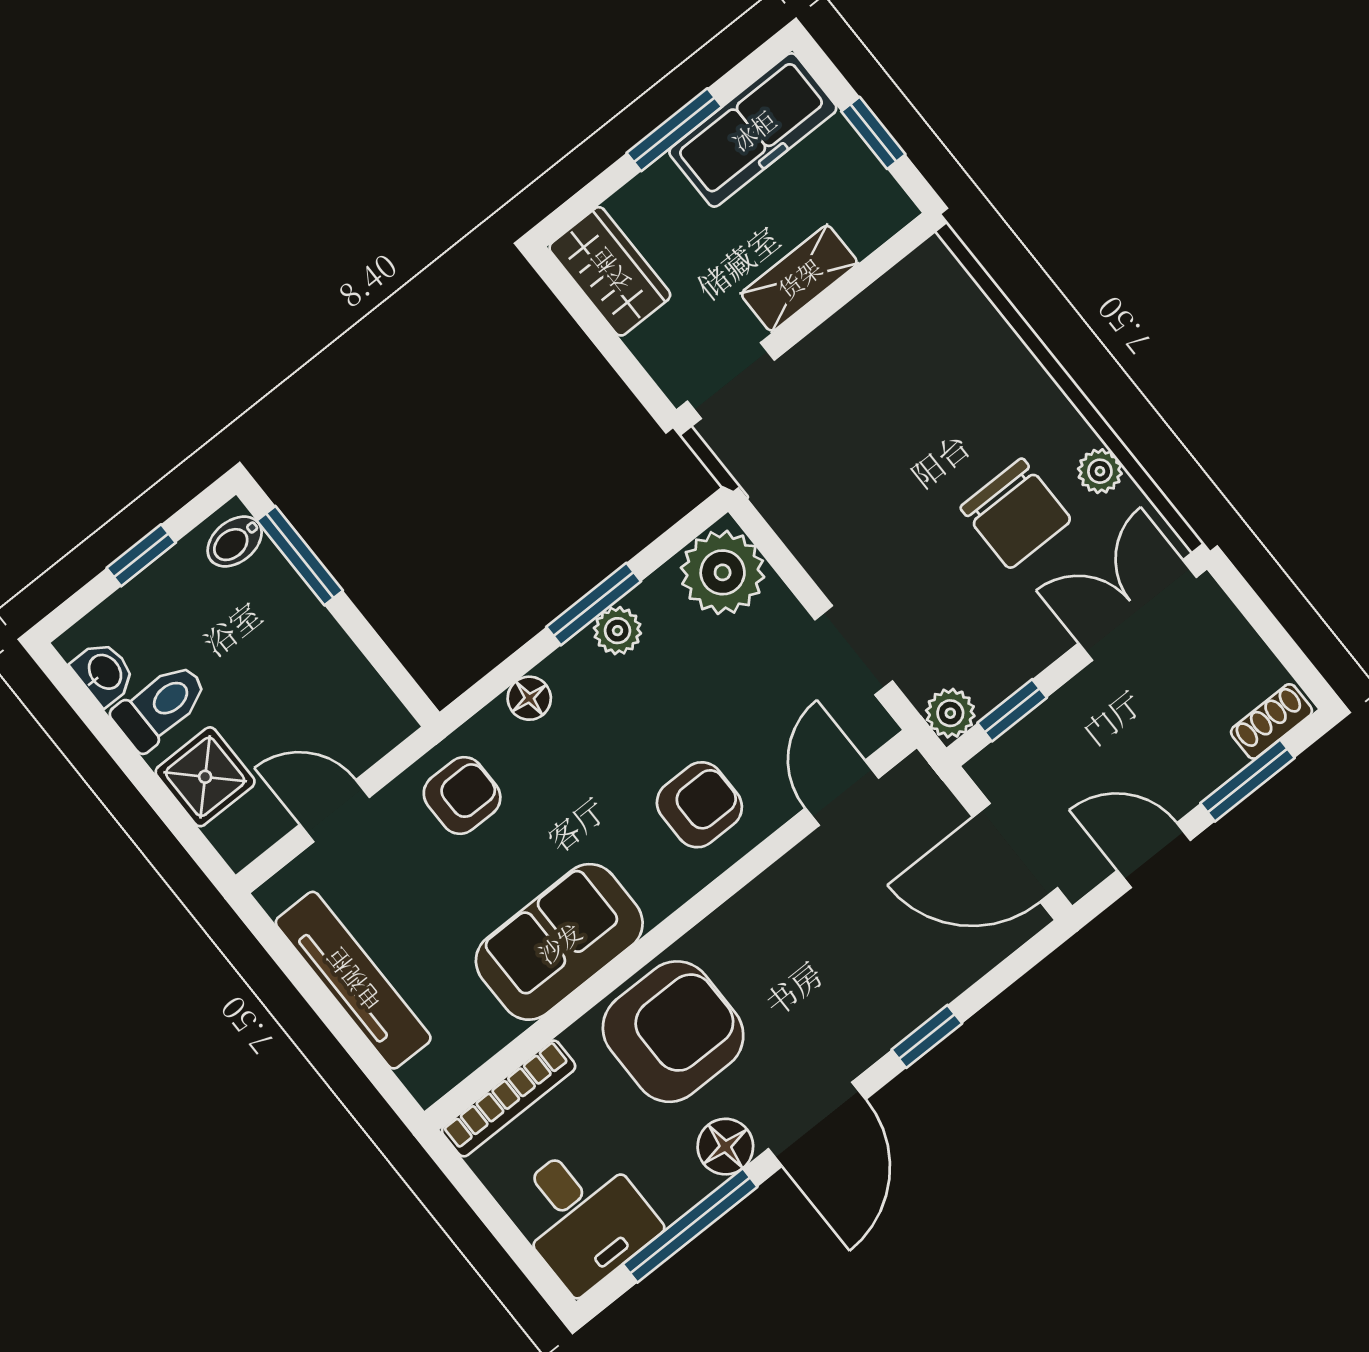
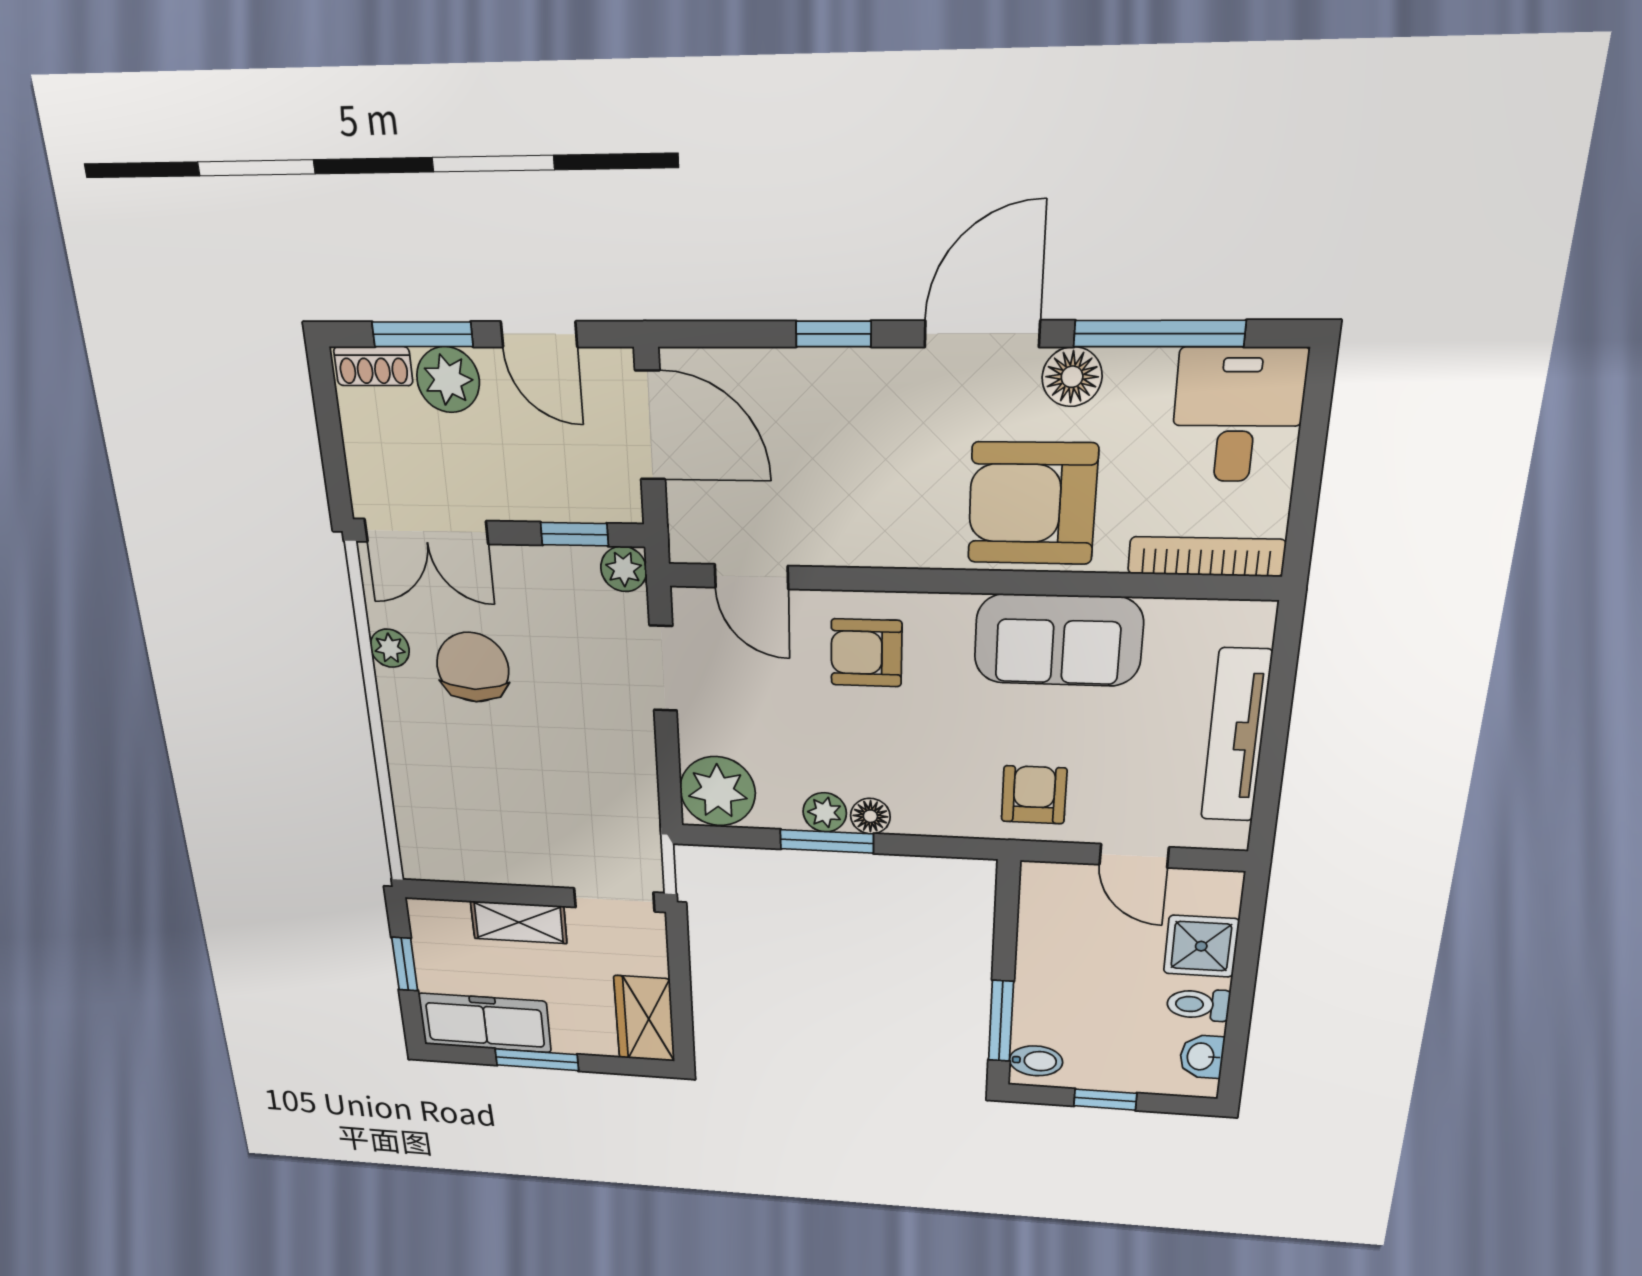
floor lamp: (529, 698) -> (870, 816), moved
toilet: (160, 706) -> (1198, 1005), width x0.73, depth x0.72
plant: (1203, 759) -> (448, 380), added
door: (842, 793) -> (751, 577), hinge flipped
armchair: (462, 796) -> (1034, 795), turned 90

